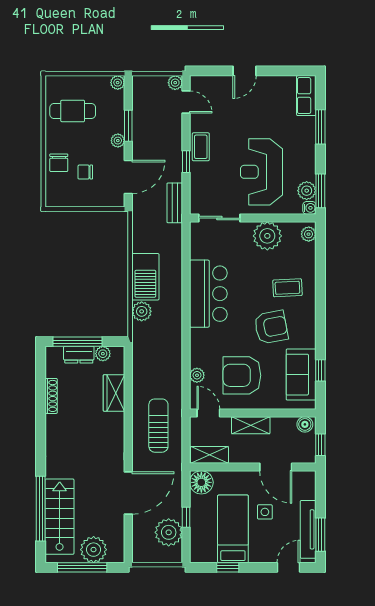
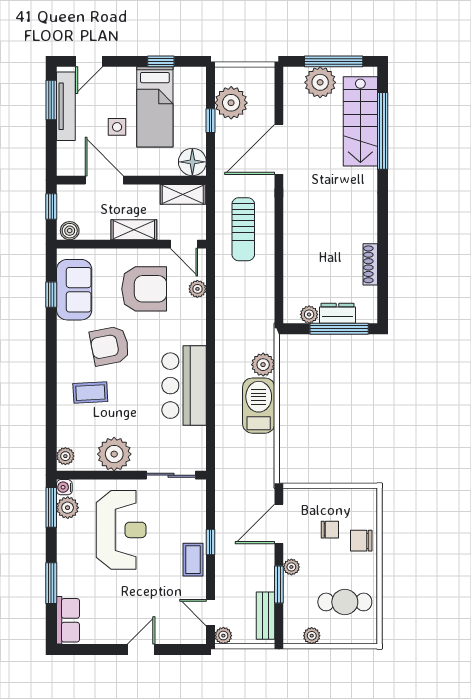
plant: (118, 83) -> (312, 636), moved
chair: (59, 163) -> (361, 541), turned -90
bench: (175, 203) -> (266, 616), moved
wardrobe: (114, 393) -> (296, 268), removed

